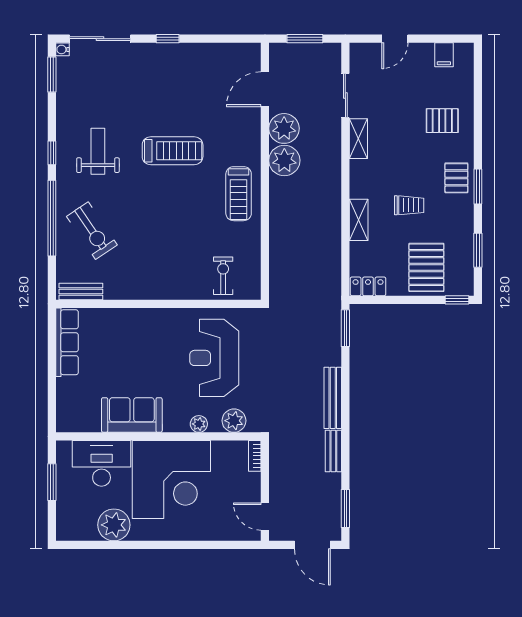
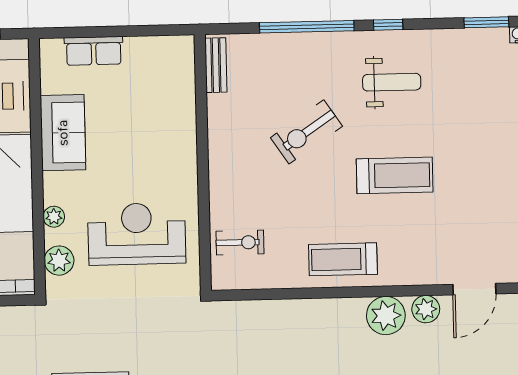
door: (265, 89) -> (474, 289), swing flipped
plant: (284, 128) -> (426, 309), width x0.73, depth x0.73
treadmill: (173, 151) -> (395, 175), turned -90
exercise bike: (92, 231) -> (306, 132), moved
row of seats: (67, 342) -> (94, 51), moved, width x0.68

